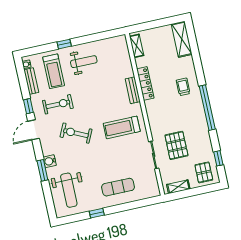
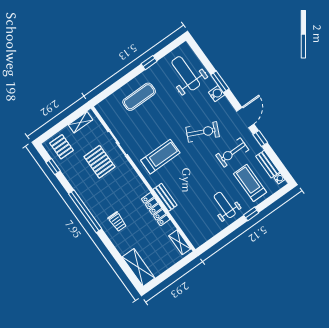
weight bench: (84, 62) -> (225, 205), turned 90

